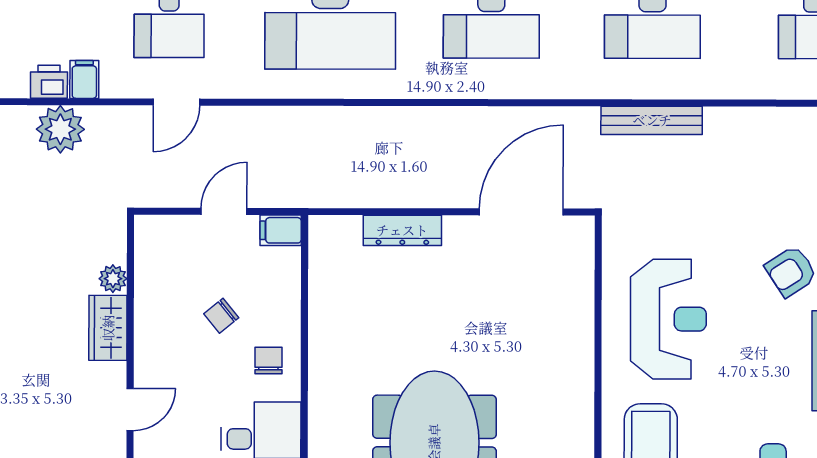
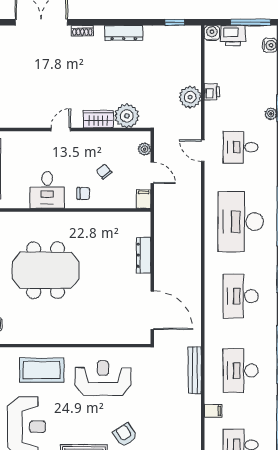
filing cabinet: (84, 79) -> (213, 411), moved
plant: (173, 228) -> (144, 149), added
plant: (113, 279) -> (127, 116), width x1.88, depth x1.88
reception desk: (668, 319) -> (103, 378), turned 180
door: (130, 409) -> (61, 130), swing flipped

